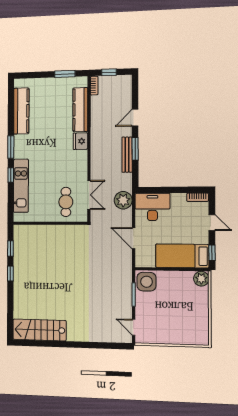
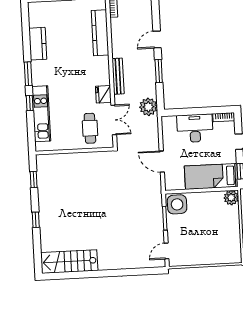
kitchen counter: (21, 111) -> (38, 44), width x0.67
fridge: (80, 141) -> (103, 94), moved
bench: (127, 155) -> (118, 76), moved
plant: (123, 200) -> (148, 107), moved
desk: (152, 207) -> (195, 128), moved
window: (10, 274) -> (36, 220), moved
door: (134, 327) -> (166, 251), hinge flipped

